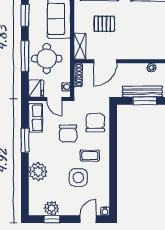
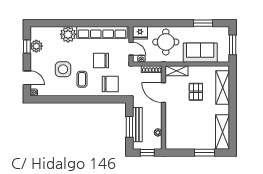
window: (25, 56) -> (168, 23), removed
door: (54, 99) -> (131, 49), swing flipped
row of seats: (36, 118) -> (102, 32), width x2.02
window: (25, 140) -> (95, 23), removed

